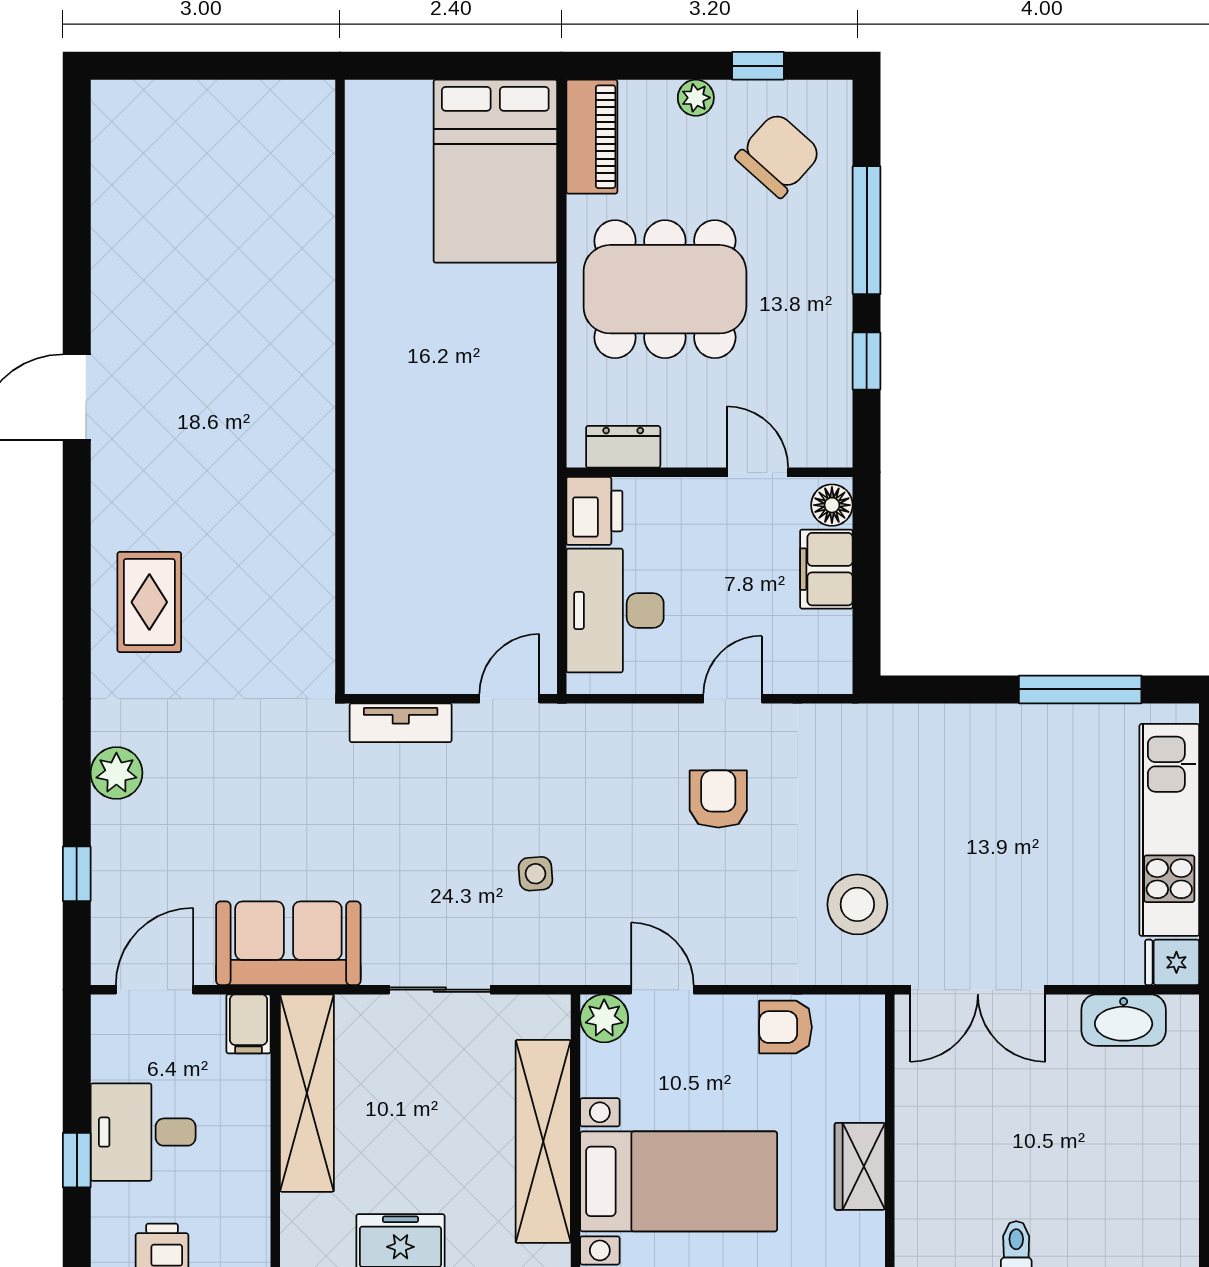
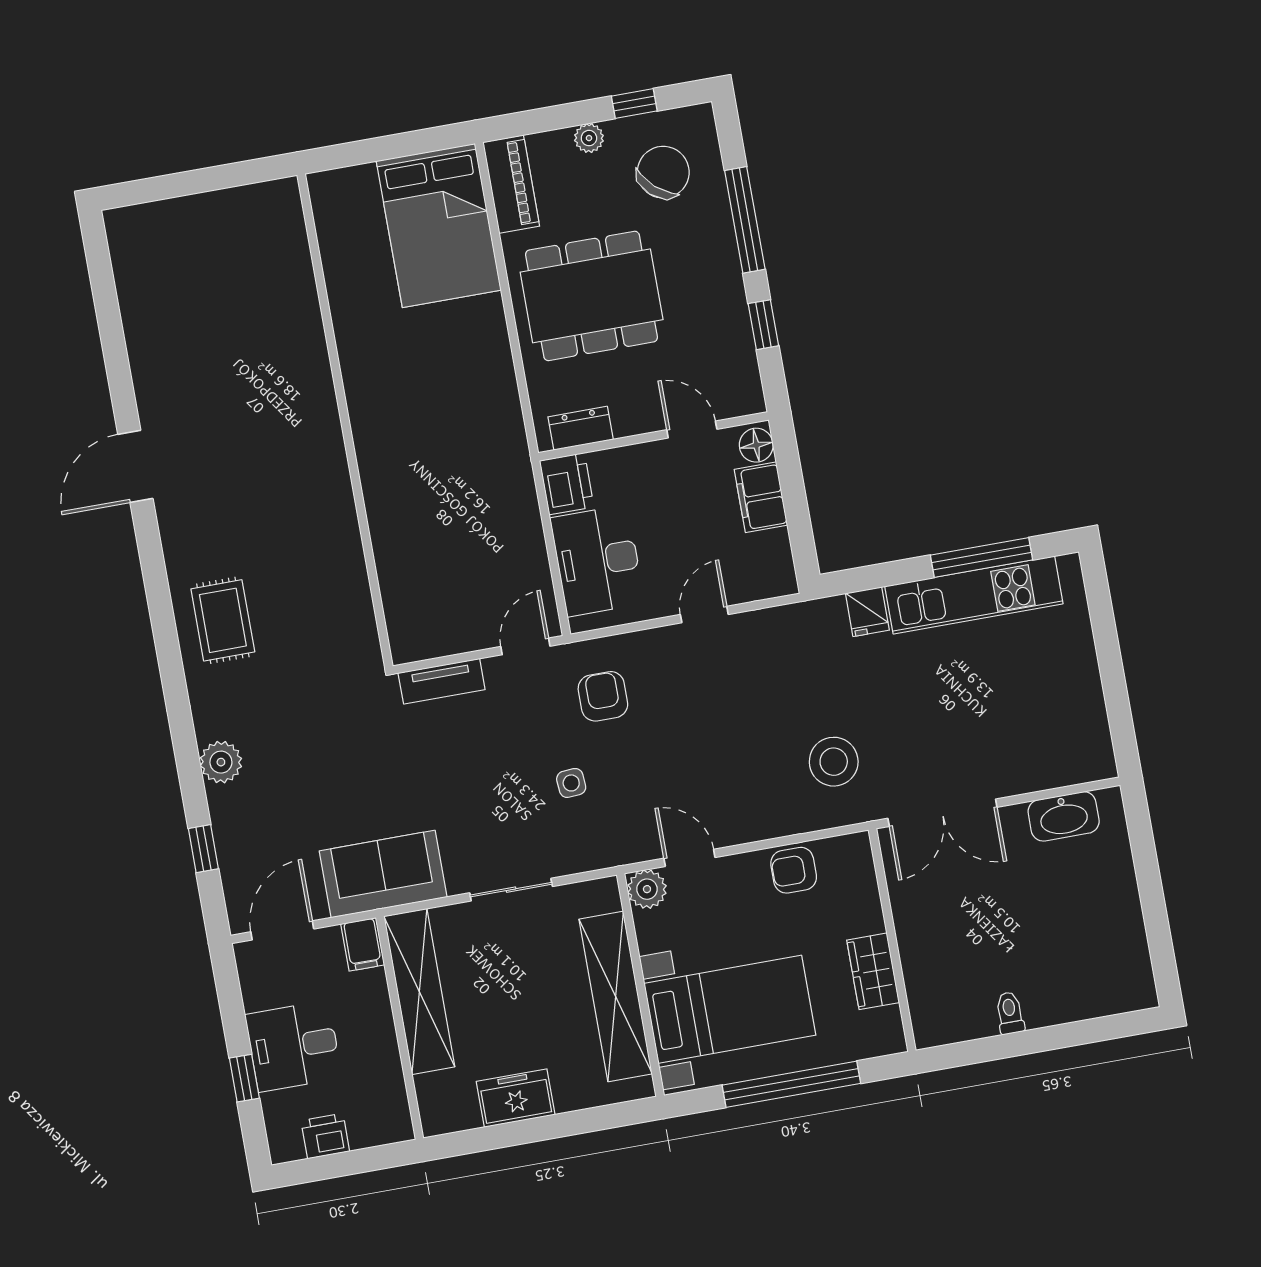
armchair: (718, 799) -> (603, 696), moved
kitchen unit: (1169, 830) -> (974, 595), moved, turned -90
fridge: (1172, 962) -> (867, 612), moved, turned -90

